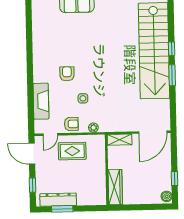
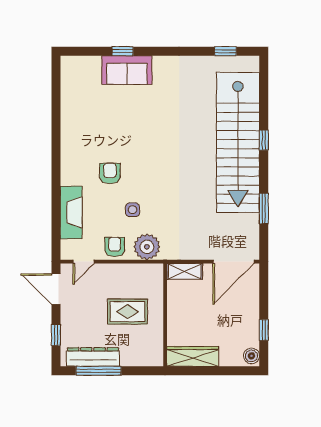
window: (172, 75) -> (264, 208), moved
armchair: (71, 124) -> (115, 247), turned -90
plant: (93, 128) -> (147, 247), width x1.88, depth x1.88
rug: (72, 151) -> (128, 312), moved
wardrobe: (115, 187) -> (193, 356), moved, turned -90
window: (62, 209) -> (99, 371), width x1.44

